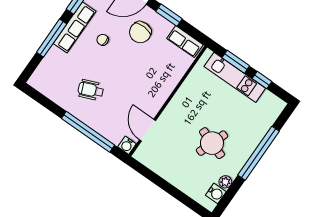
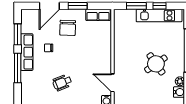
kitchen unit: (235, 77) -> (159, 16), moved
round table: (212, 143) -> (156, 64), turned 35

